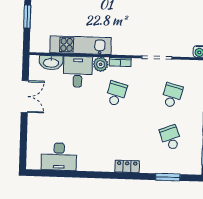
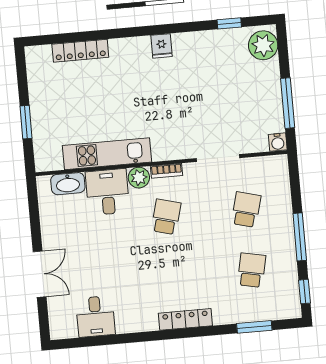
double door: (25, 97) -> (40, 274), moved
school desk: (171, 138) -> (252, 270), turned 33
desk: (59, 157) -> (95, 316), width x0.73
locker: (127, 166) -> (185, 319), width x1.53

